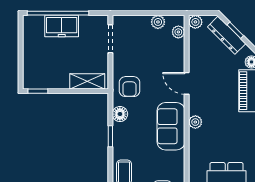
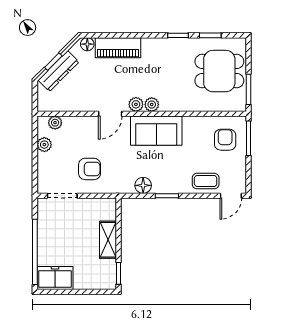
plant: (195, 22) -> (136, 104), moved
freezer: (62, 26) -> (55, 278), moved, turned -90
shelving: (87, 81) -> (108, 240), moved
armchair: (130, 87) -> (90, 169), moved

